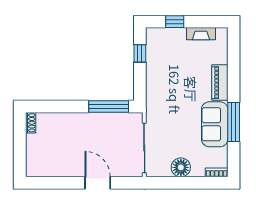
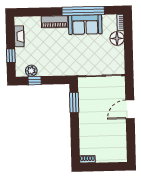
plant: (154, 49) -> (31, 71), added
window: (109, 107) -> (74, 103), width x0.69
window: (234, 122) -> (83, 11), width x1.46
floor lamp: (181, 167) -> (117, 38), moved

